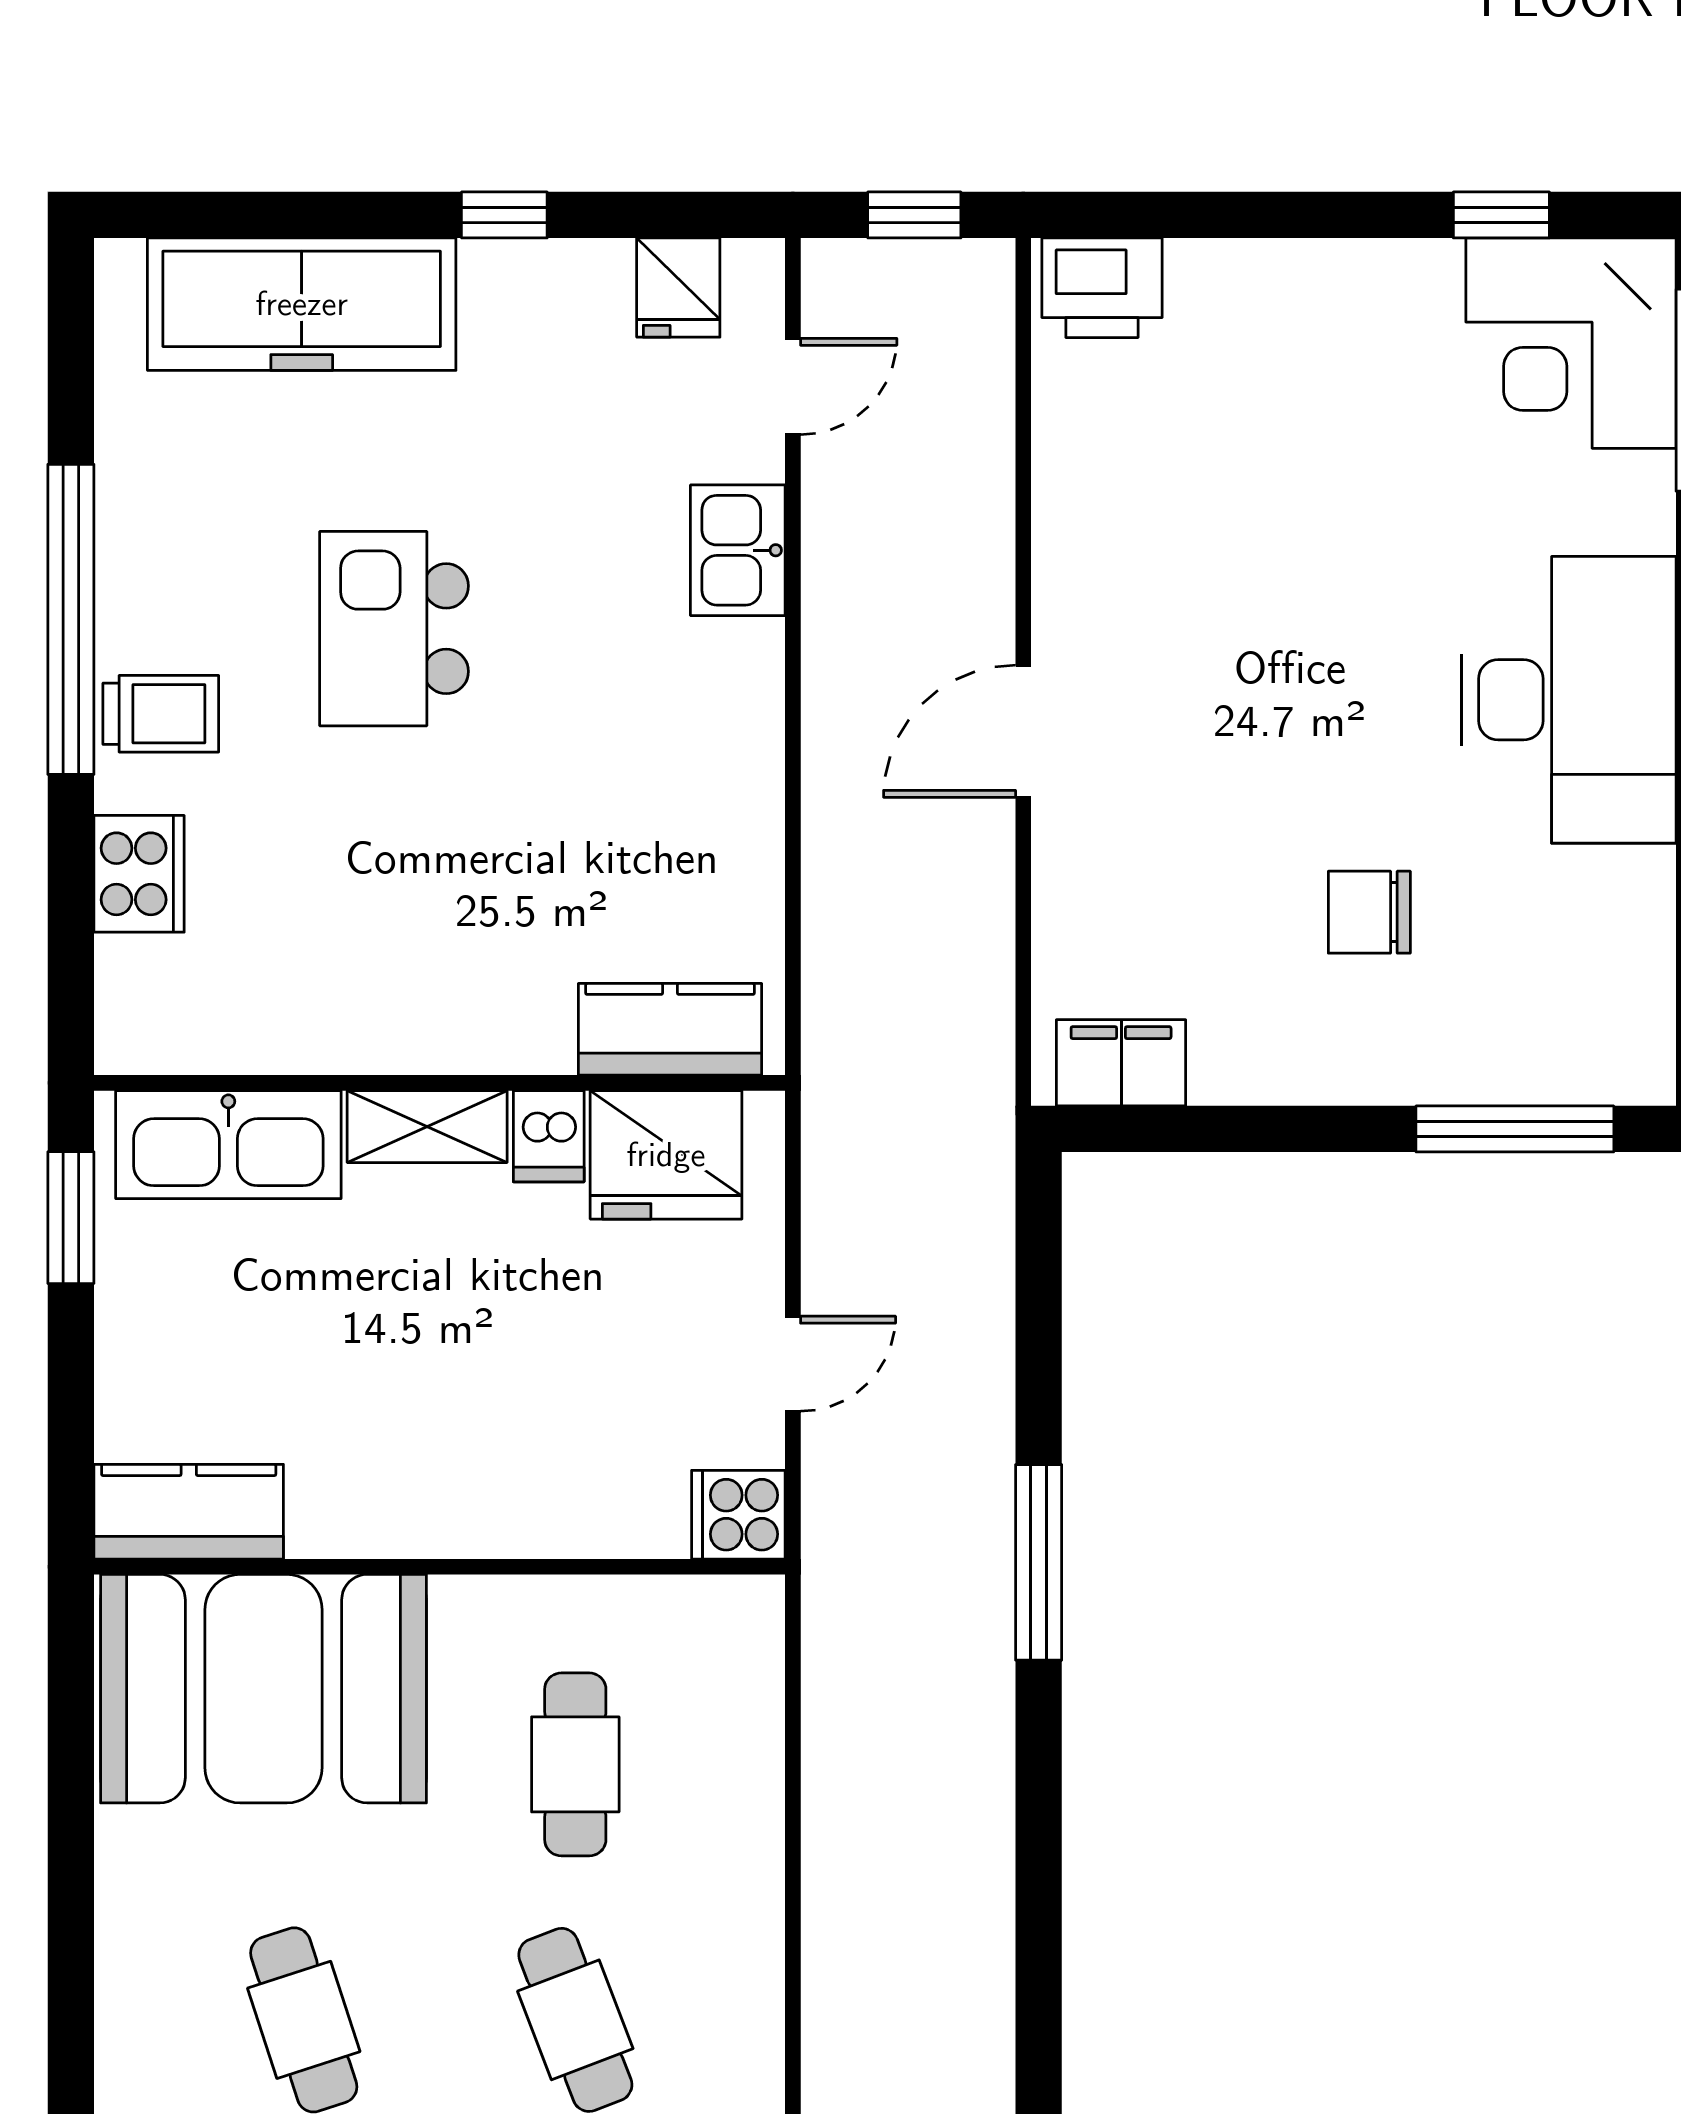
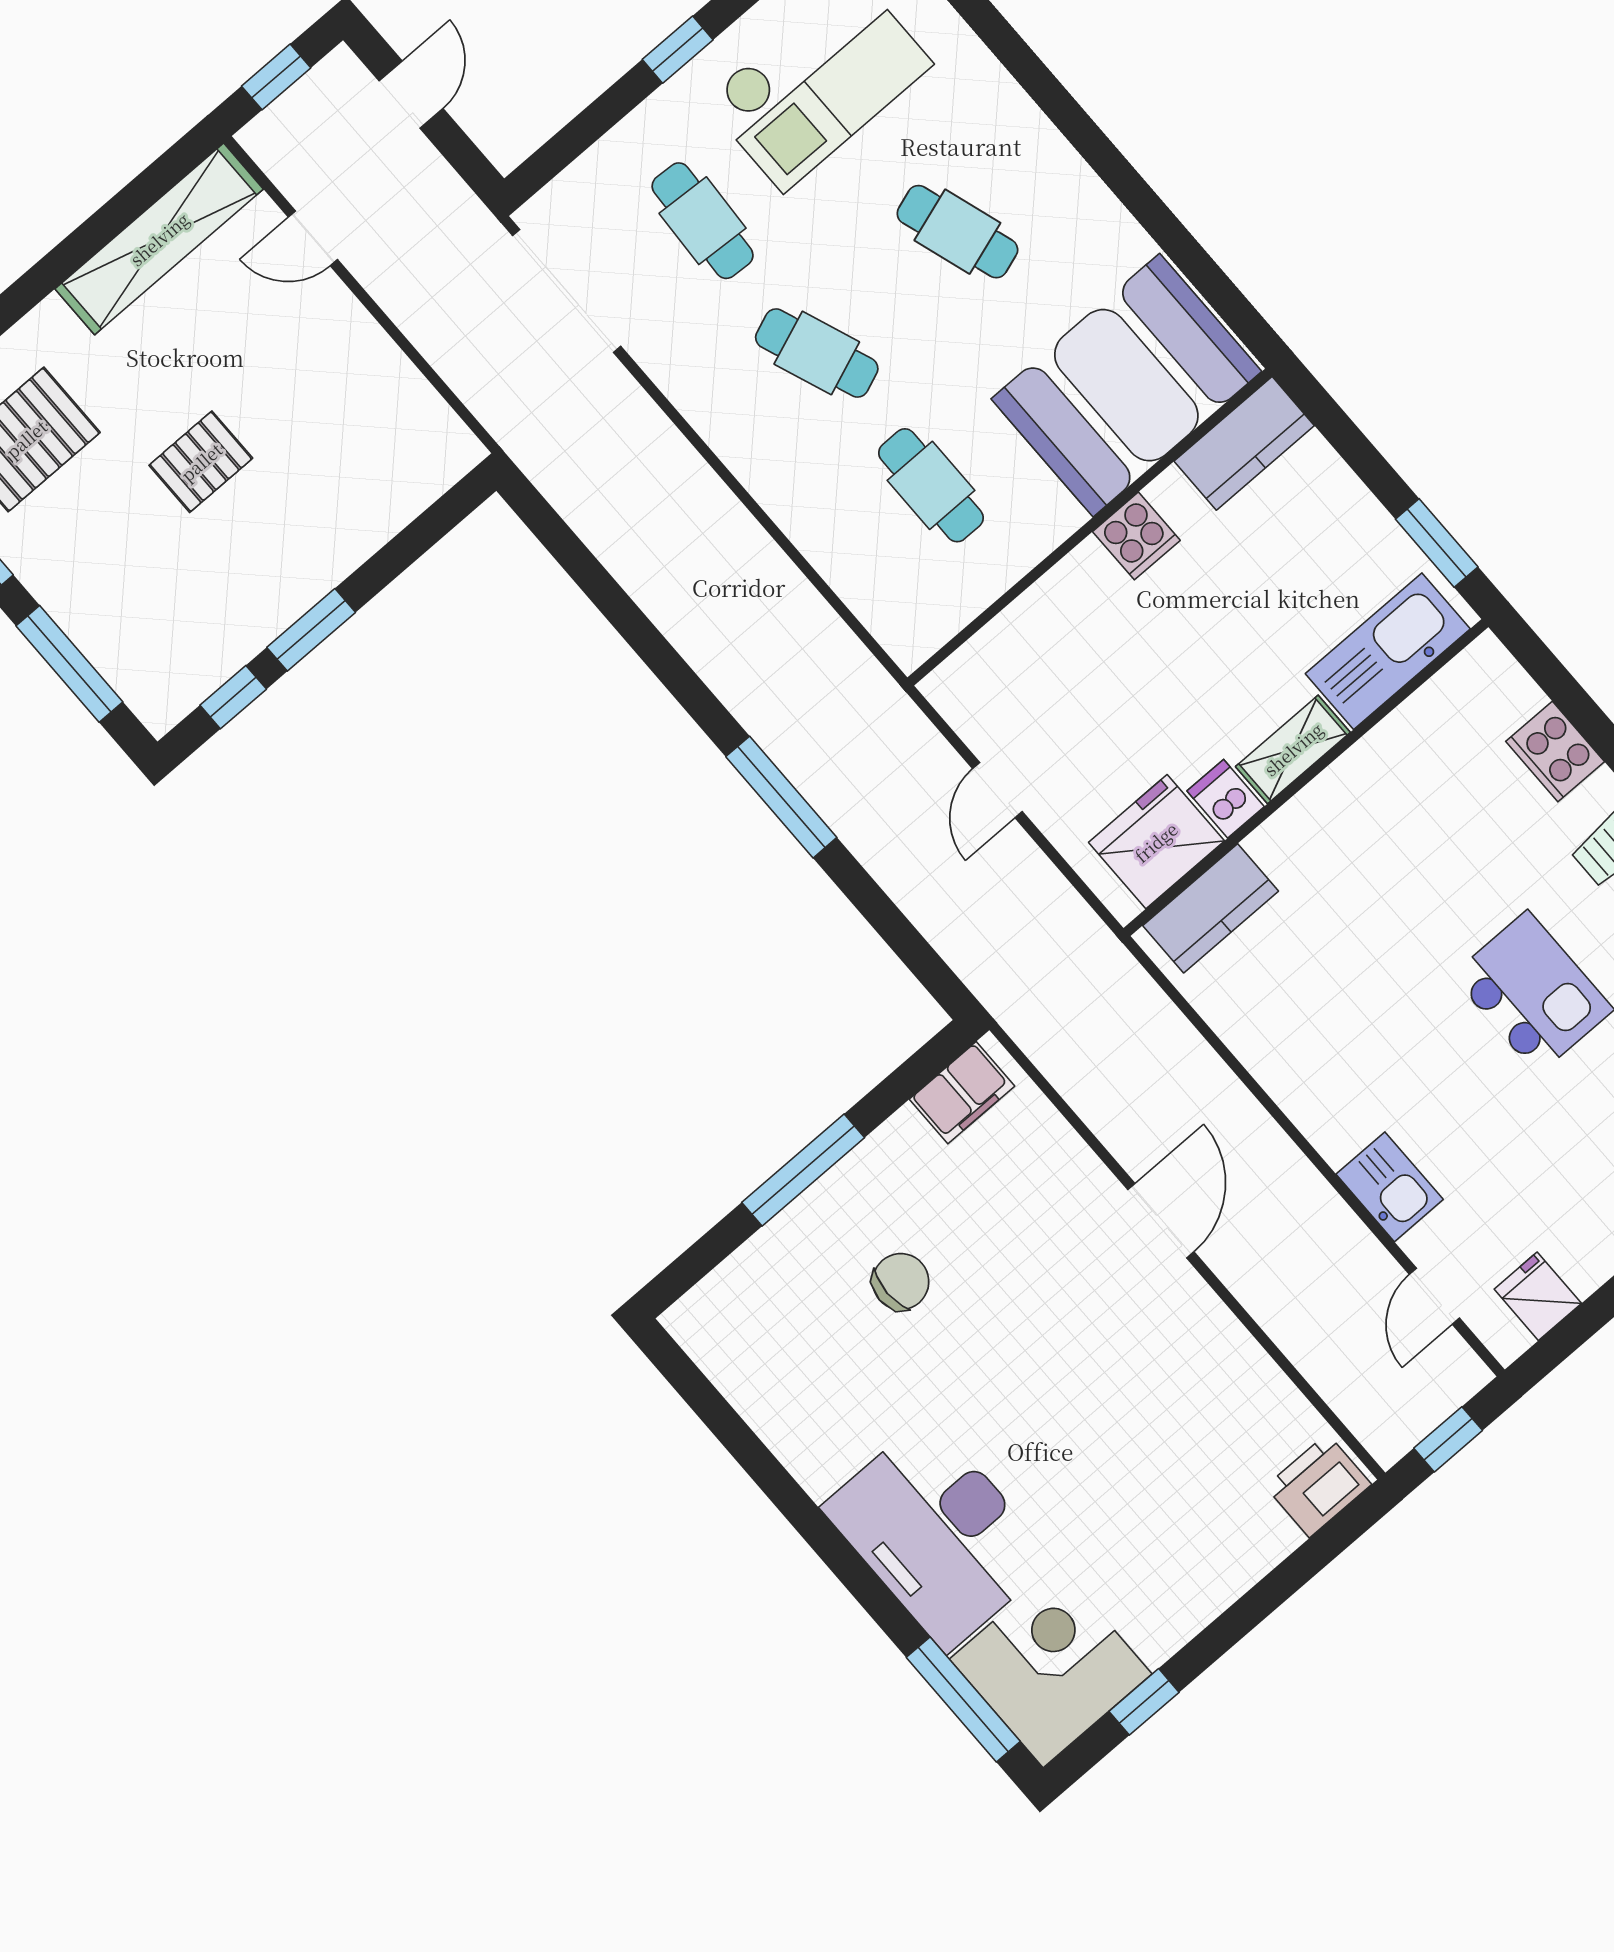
desk: (1569, 700) -> (938, 1534), moved
window: (1515, 1129) -> (803, 1170), moved
cooker: (738, 1515) -> (1136, 536), moved, turned 90

